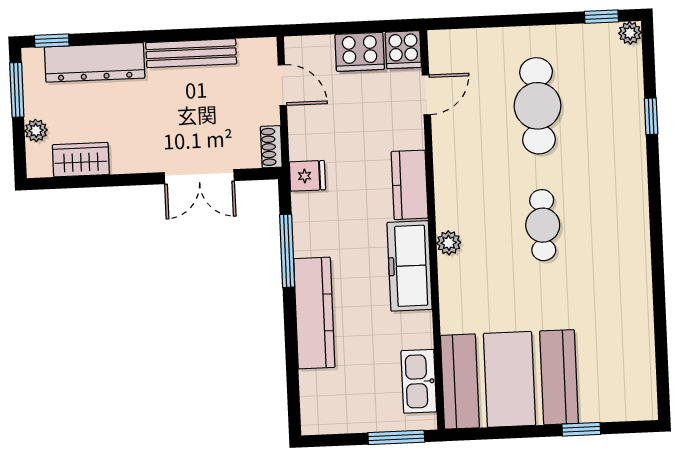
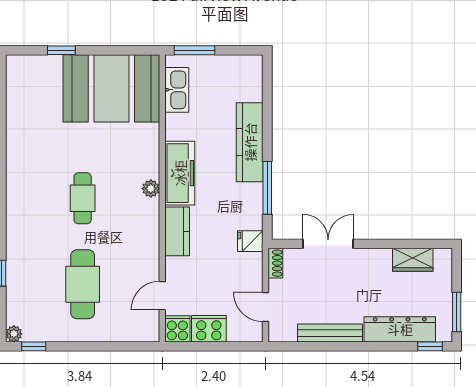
plant: (36, 130) -> (444, 282), removed

